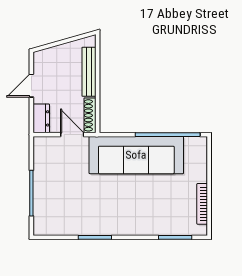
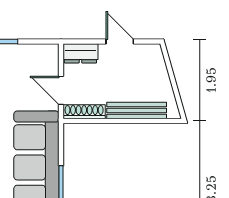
door: (72, 135) -> (61, 90), swing flipped

